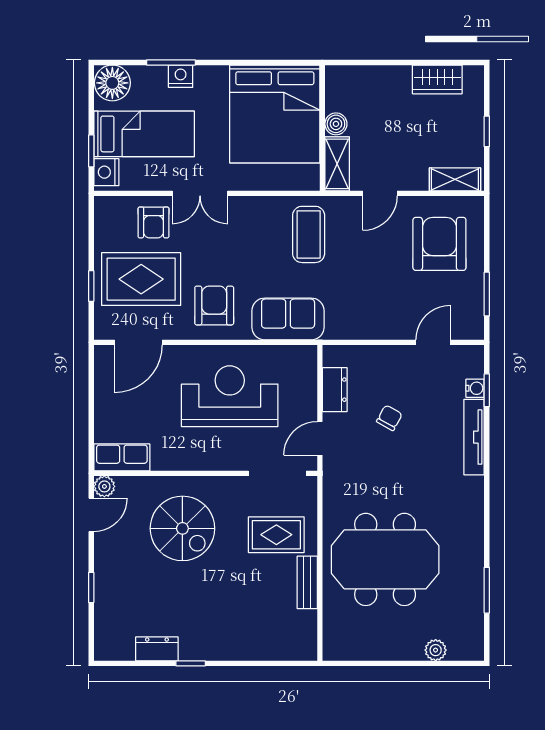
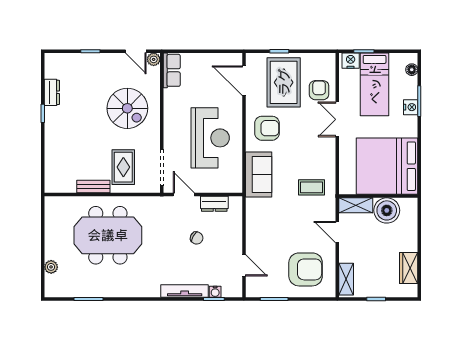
floor lamp: (112, 83) -> (412, 70), width x0.53, depth x0.53
boiler: (336, 124) -> (387, 210), width x1.86, depth x1.86
armchair: (153, 222) -> (319, 90), turned 90
coffee table: (309, 234) -> (312, 187), width x0.73, depth x0.77
spiral stairs: (182, 528) -> (127, 108), turned -90
meeting table: (385, 559) -> (108, 235), turned 90

